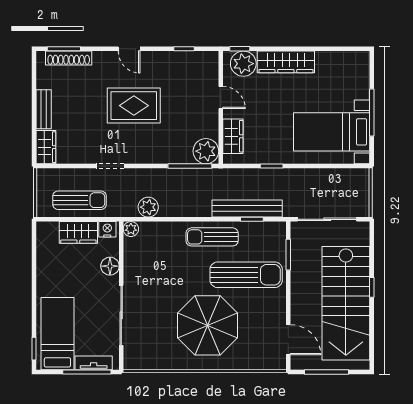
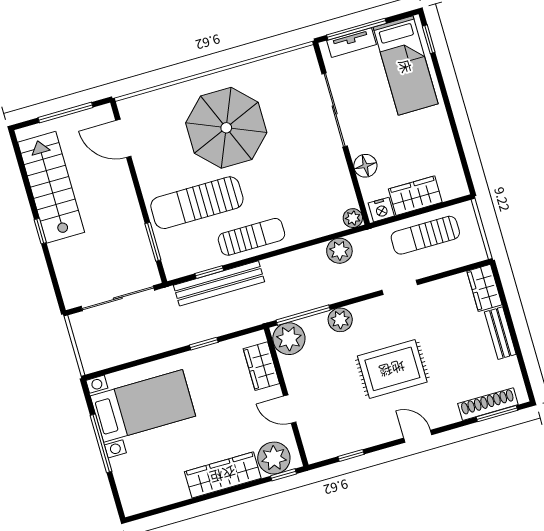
plant: (163, 154) -> (340, 320), added
stairs: (346, 303) -> (51, 187), width x0.73, depth x0.66

